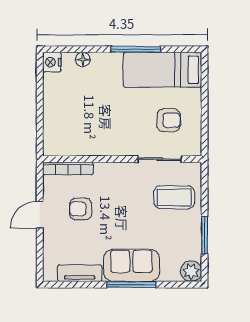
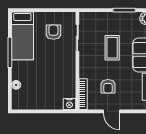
nightstand: (52, 62) -> (69, 104), moved
coffee table: (174, 197) -> (112, 48), moved

